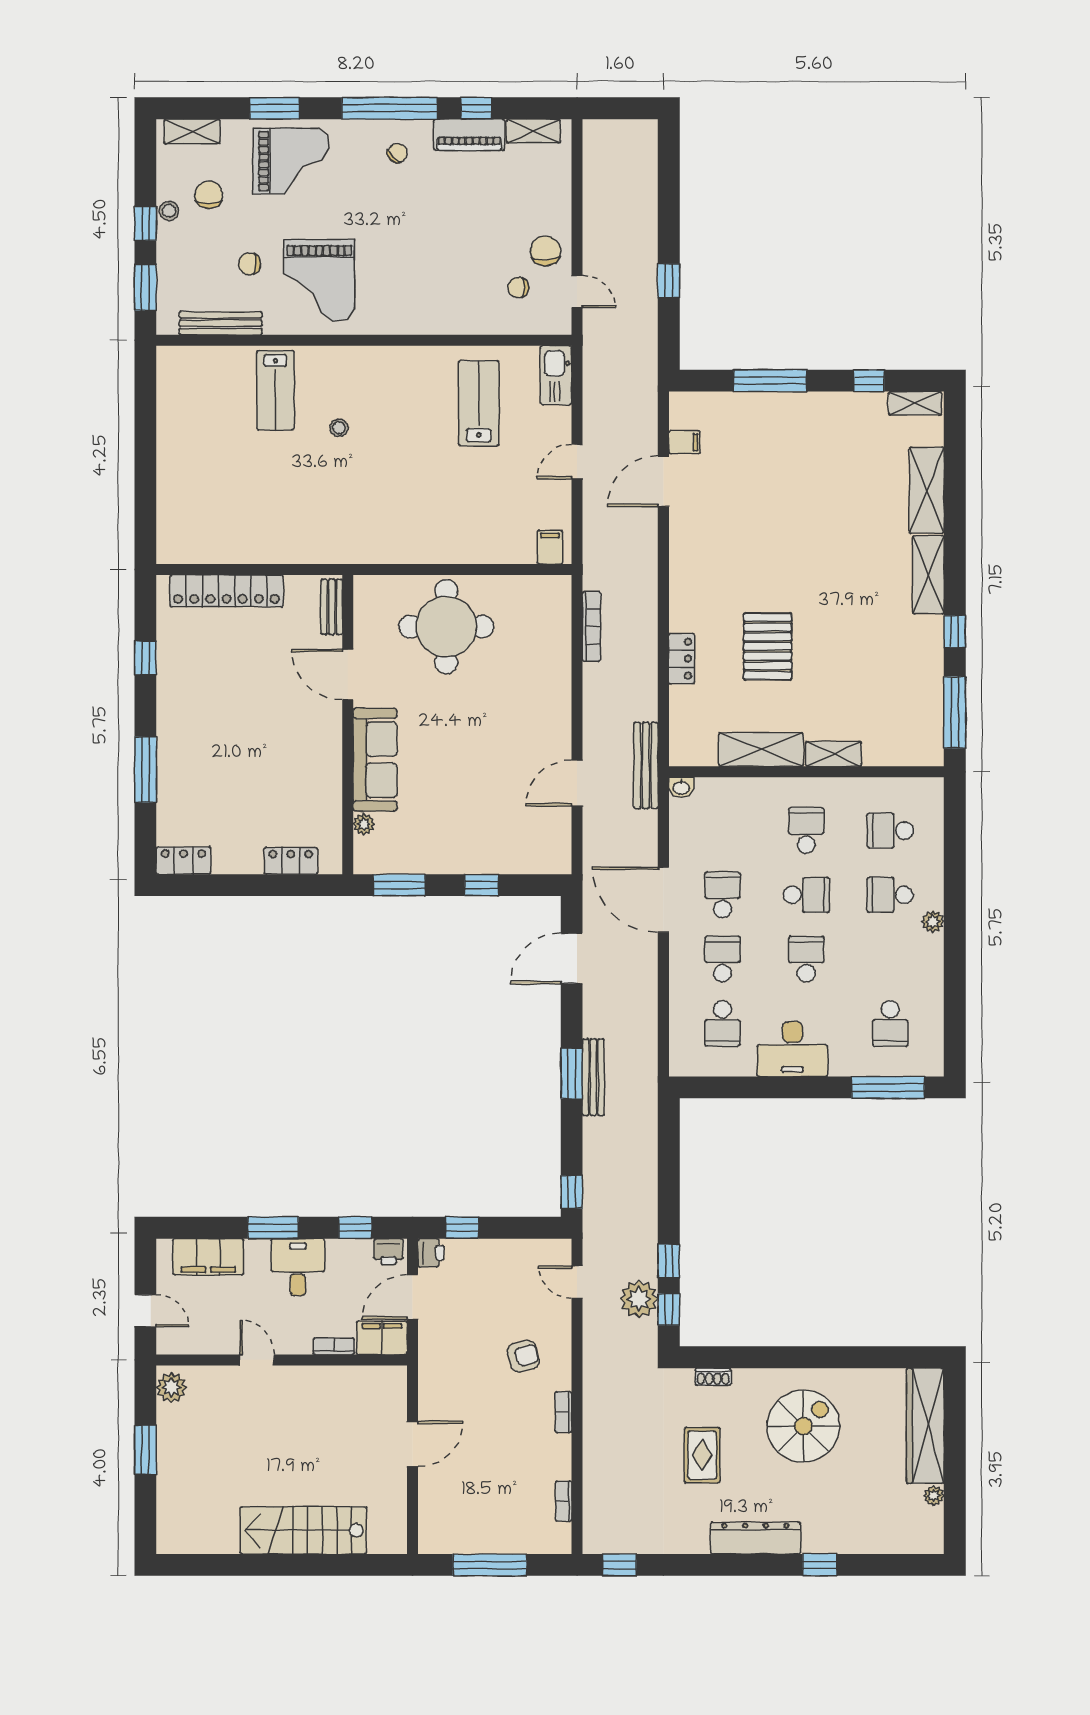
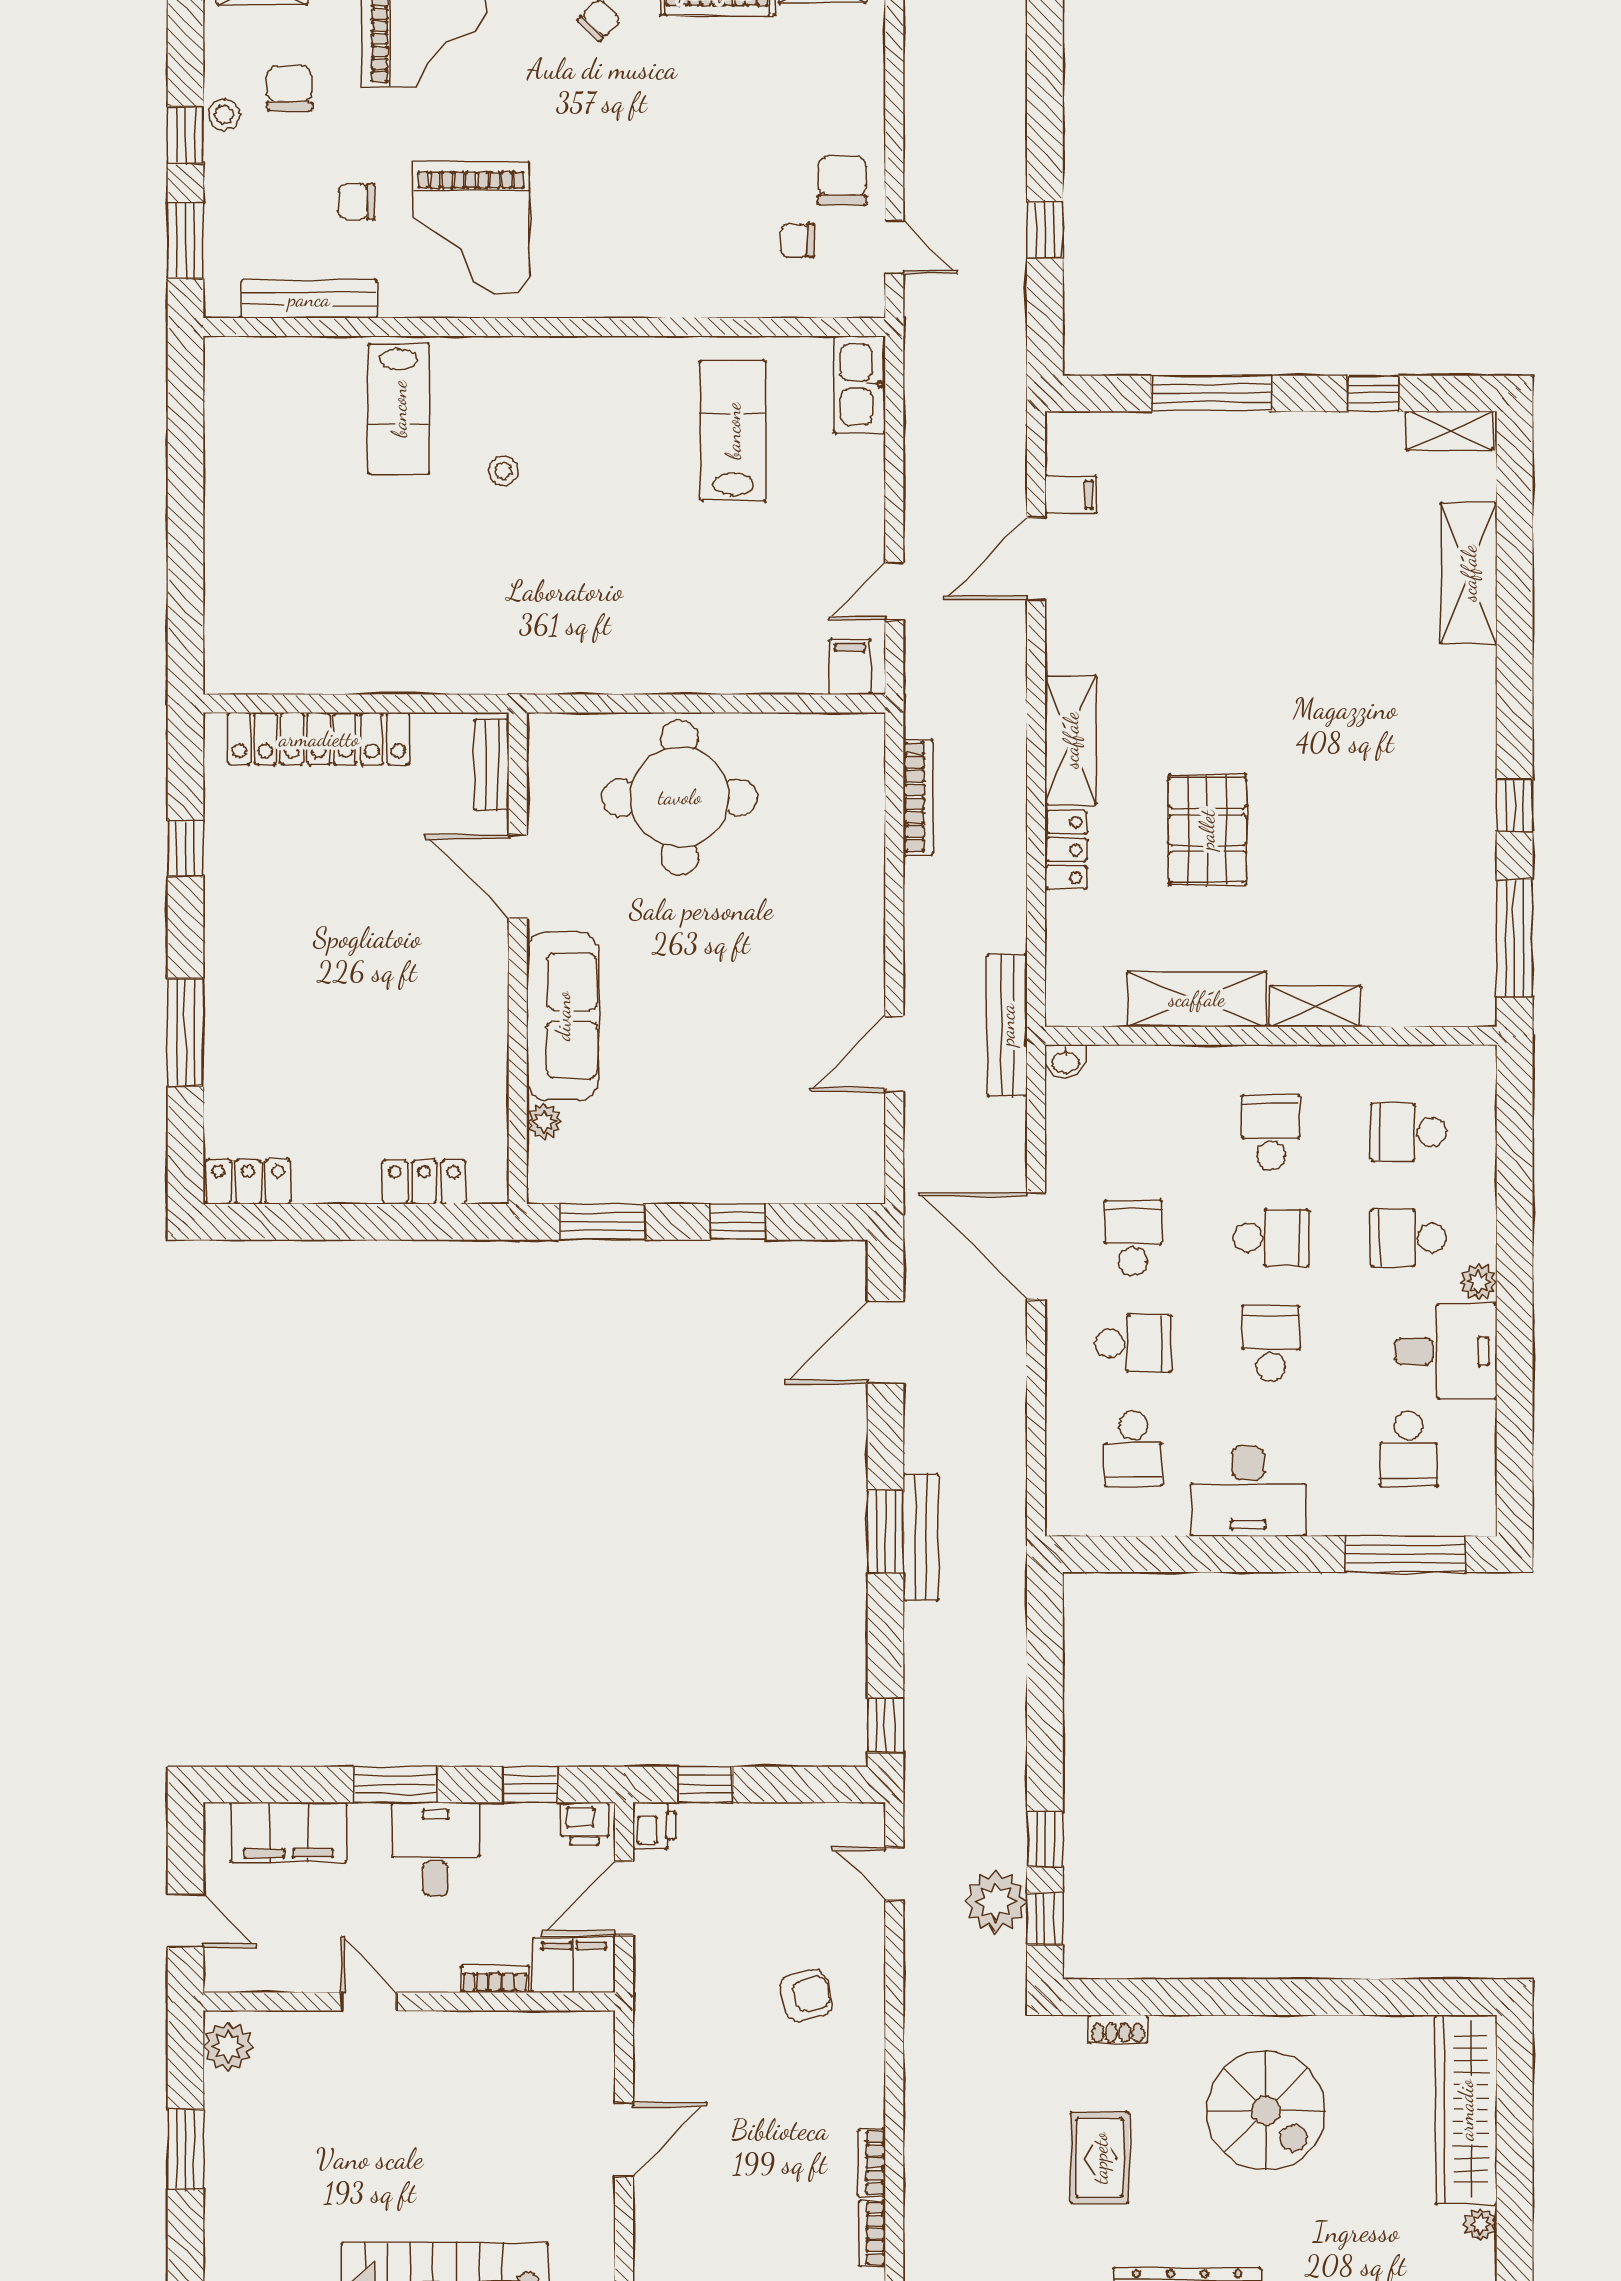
door: (577, 462) -> (894, 591), moved
shelving: (928, 575) -> (1071, 740), moved
school desk: (723, 959) -> (1133, 1343), turned 90
desk: (913, 964) -> (1445, 1351), added
bookcase: (563, 1412) -> (872, 2163), moved
spiral stairs: (803, 1426) -> (1266, 2110), turned 90

